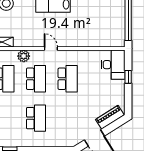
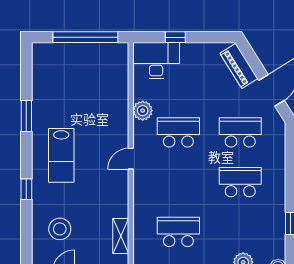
plant: (24, 56) -> (143, 111), moved
school desk: (36, 79) -> (240, 132), moved

